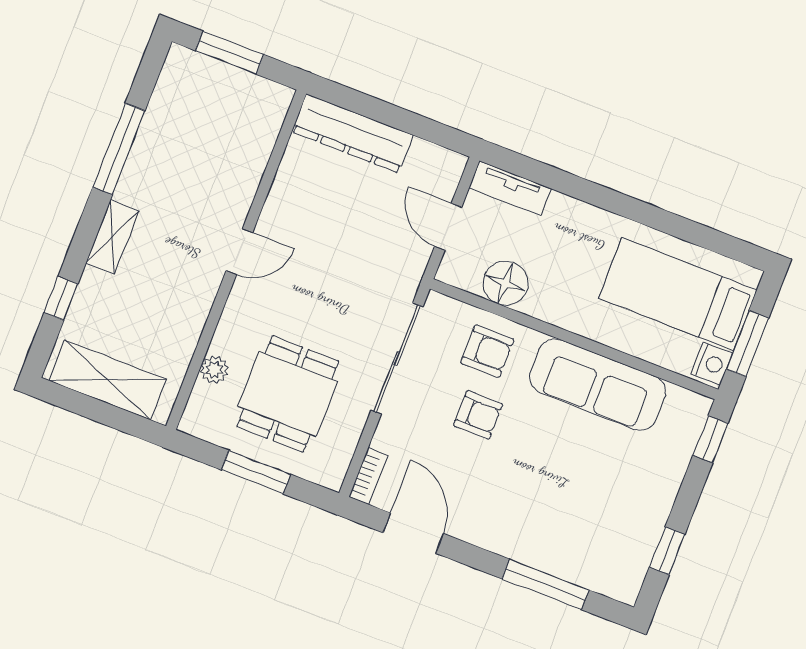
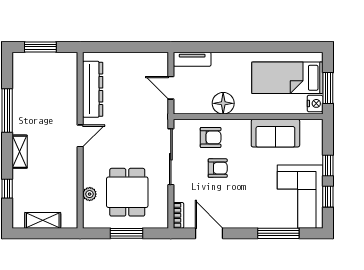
dresser: (353, 133) -> (93, 89), moved, turned -90
floor lamp: (506, 283) -> (223, 103), moved
shelving: (108, 380) -> (43, 220), width x0.67, depth x0.75
sofa: (598, 384) -> (275, 133), width x0.73
window: (710, 439) -> (328, 165), moved
corner sofa: (614, 530) -> (300, 197), added

